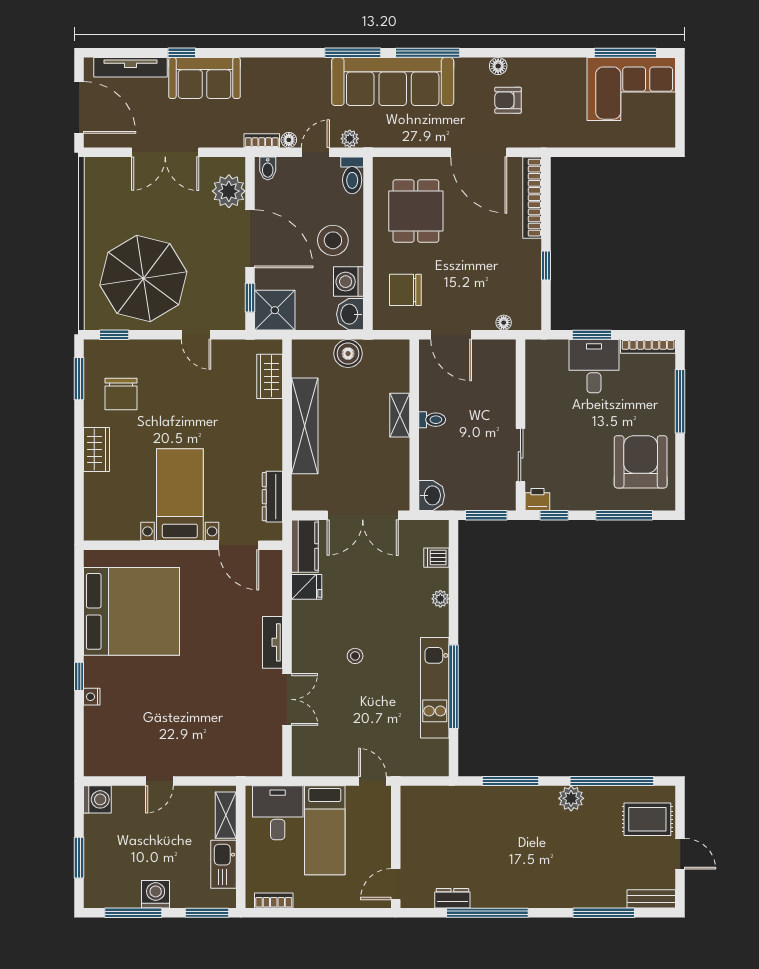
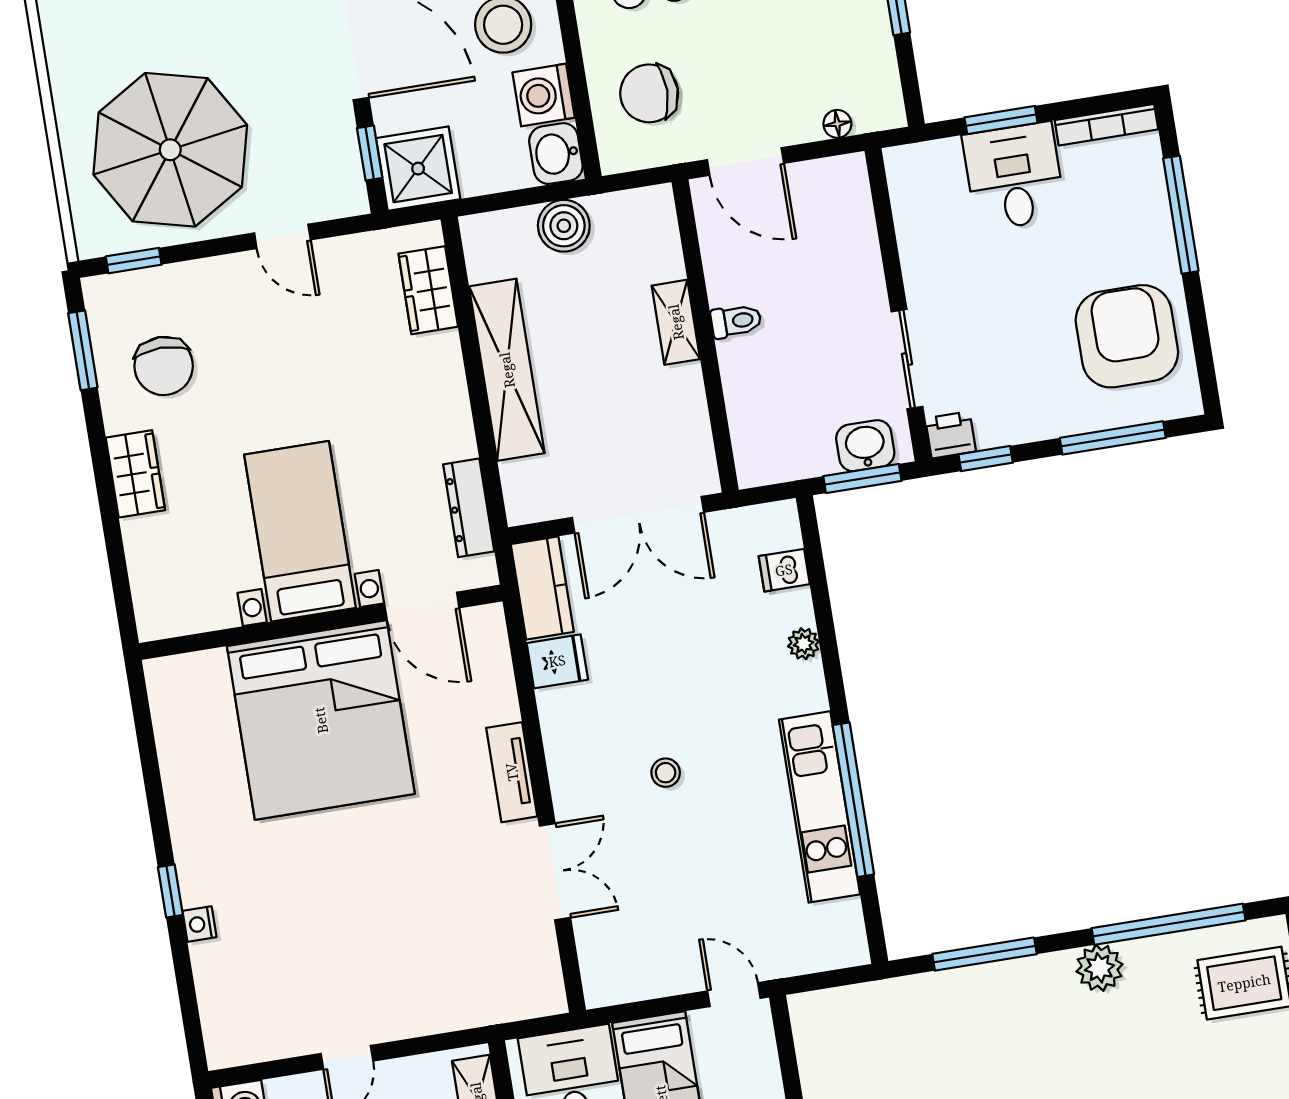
washbasin: (432, 495) -> (865, 446), moved, turned -90
bed: (132, 611) -> (321, 720), moved, turned 90

